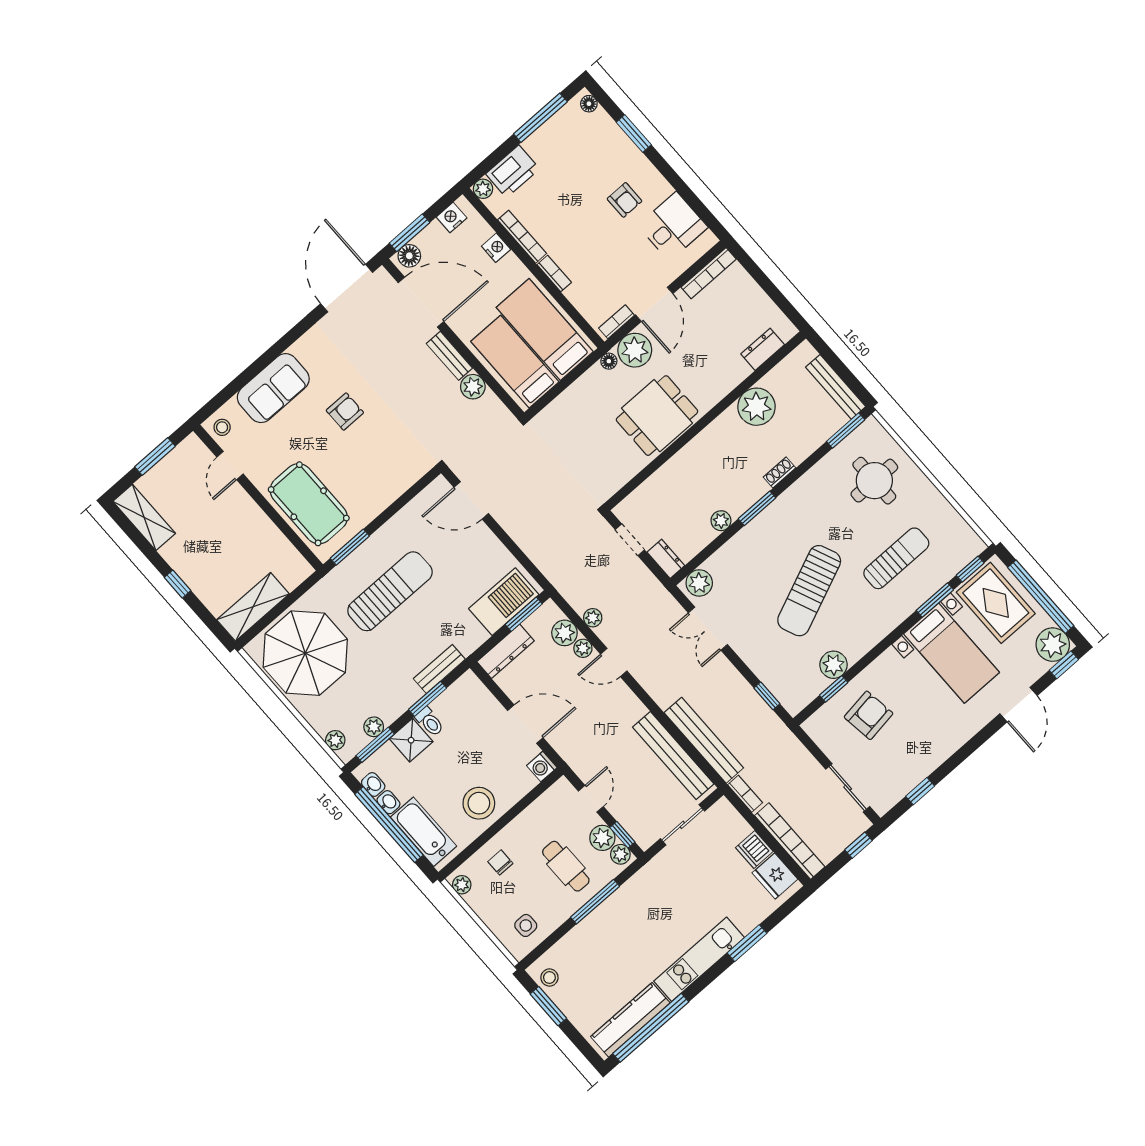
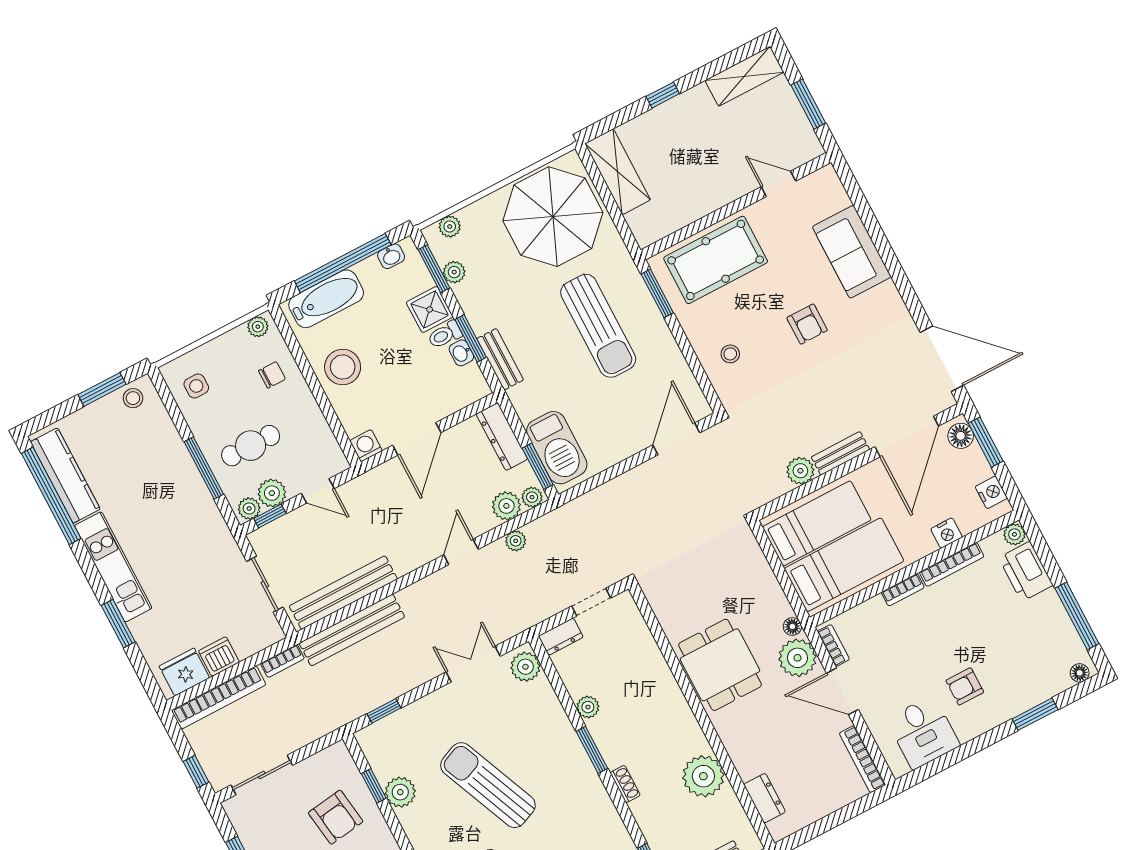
stool: (222, 427) -> (730, 354), moved
plant: (583, 648) -> (532, 497), moved
washbasin: (388, 802) -> (461, 353), moved, turned 90

